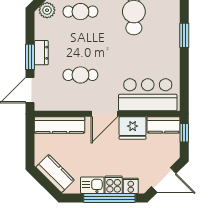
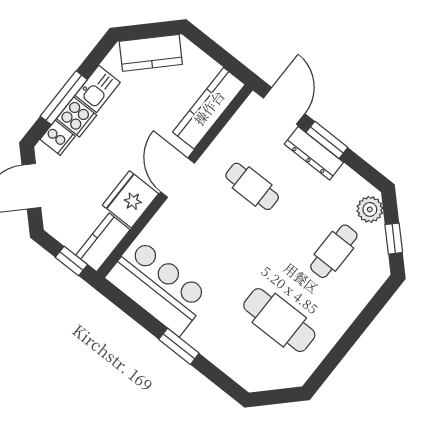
window: (184, 35) -> (179, 346), moved
dresser: (41, 53) -> (314, 153), width x1.44
cafe table: (80, 75) -> (252, 186), turned 90
bar counter: (148, 95) -> (158, 287), moved, turned -90
window: (109, 198) -> (64, 98), width x0.68

